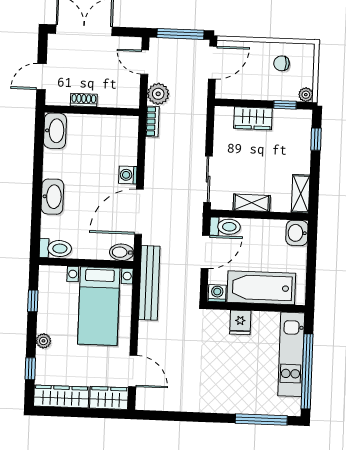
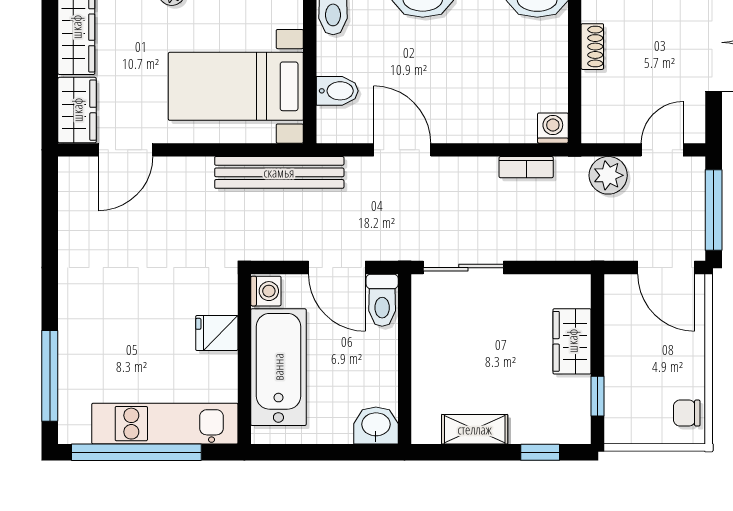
chair: (281, 63) -> (687, 413), moved, turned -90
plant: (306, 95) -> (617, 432), removed
bookcase: (152, 122) -> (526, 167), moved
washing machine: (128, 175) -> (553, 128), moved
shelving: (301, 194) -> (475, 429), moved
shelving: (252, 203) -> (425, 345), removed
door: (139, 212) -> (402, 150), width x0.73
bidet: (122, 252) -> (337, 91), moved, turned 90

